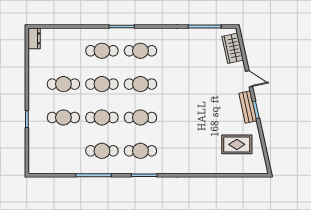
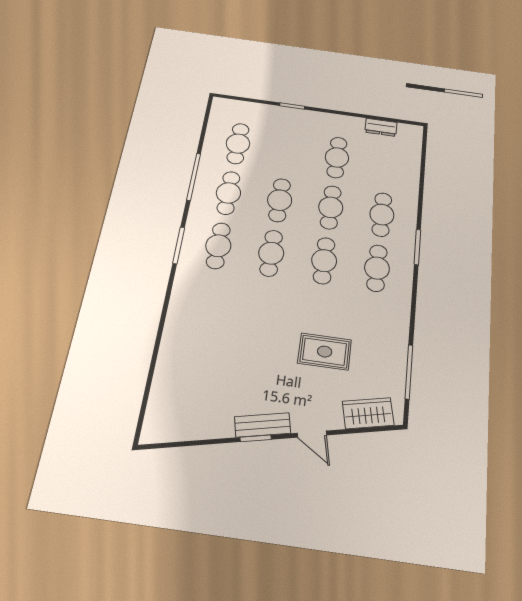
dresser: (34, 38) -> (381, 127), moved
door: (249, 79) -> (312, 434), hinge flipped
cafe table: (63, 117) -> (238, 144), moved
rug: (237, 144) -> (325, 352), moved, turned 90

